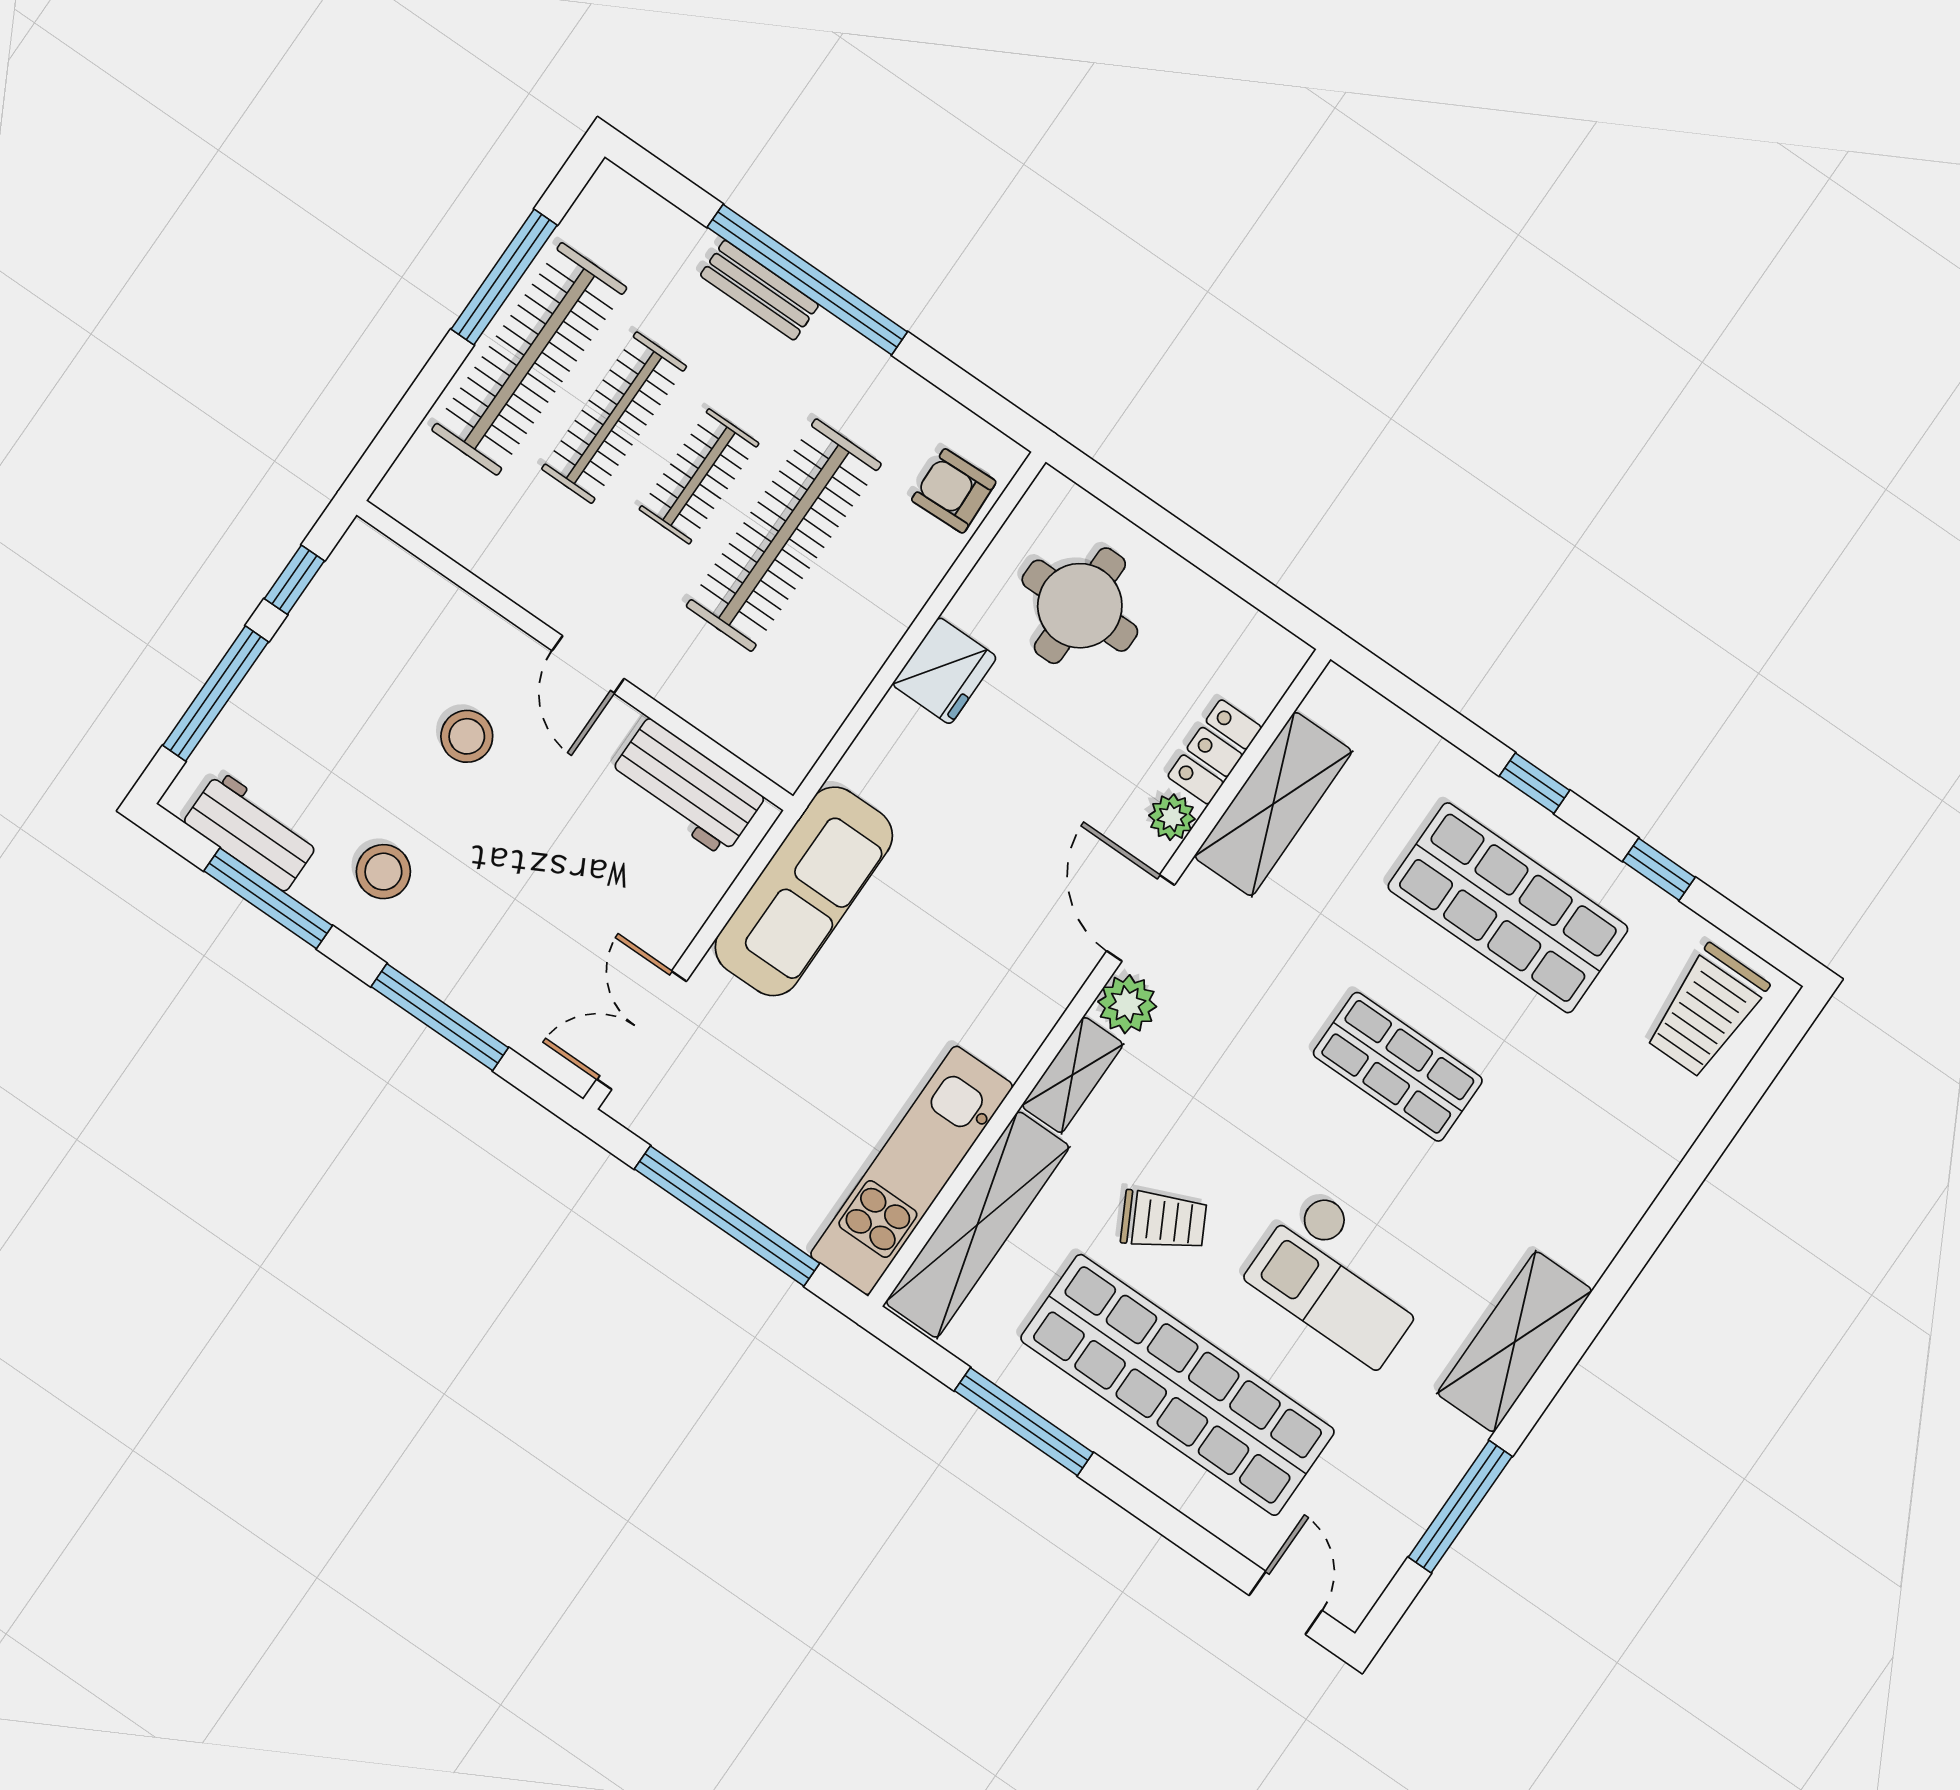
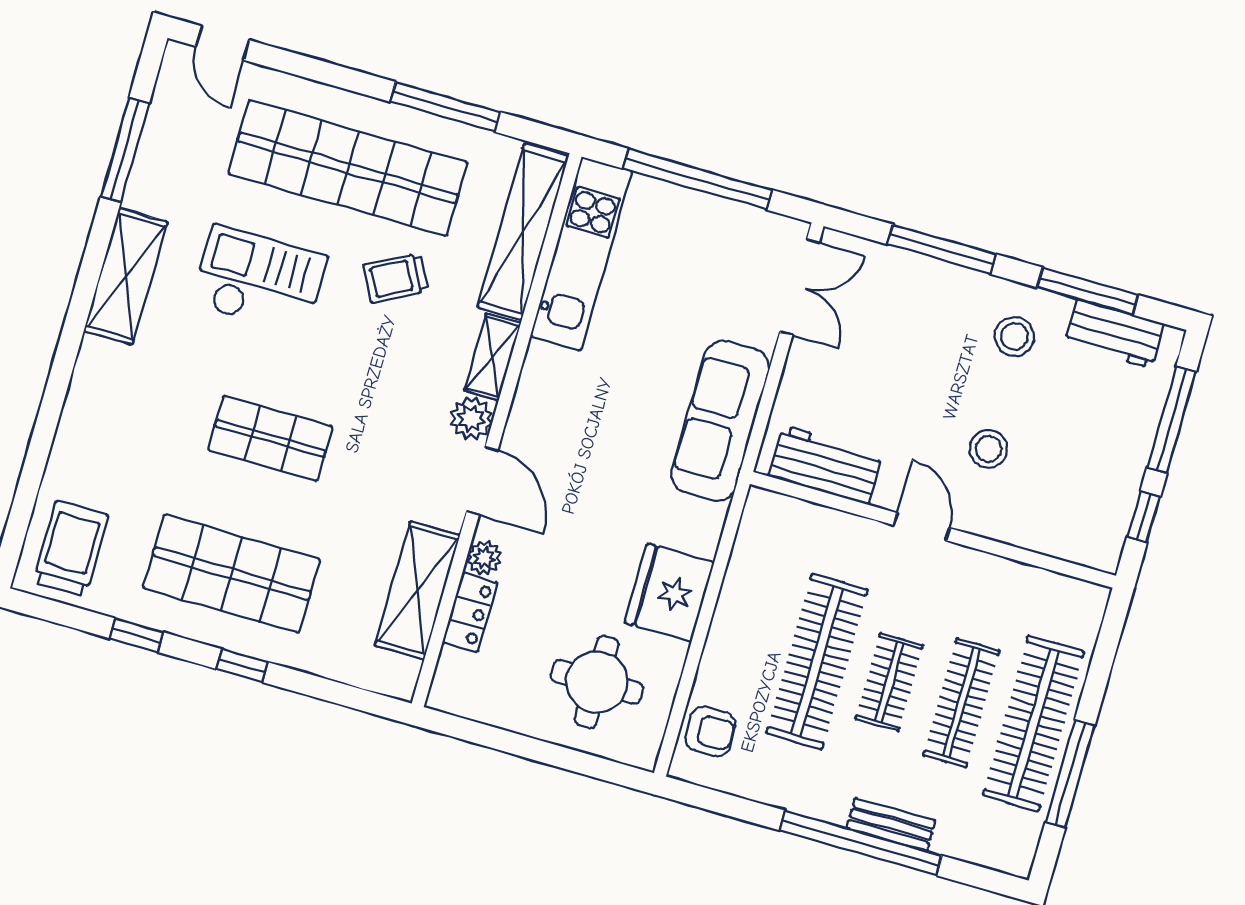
fridge: (944, 671) -> (669, 592), width x1.36, depth x1.34

